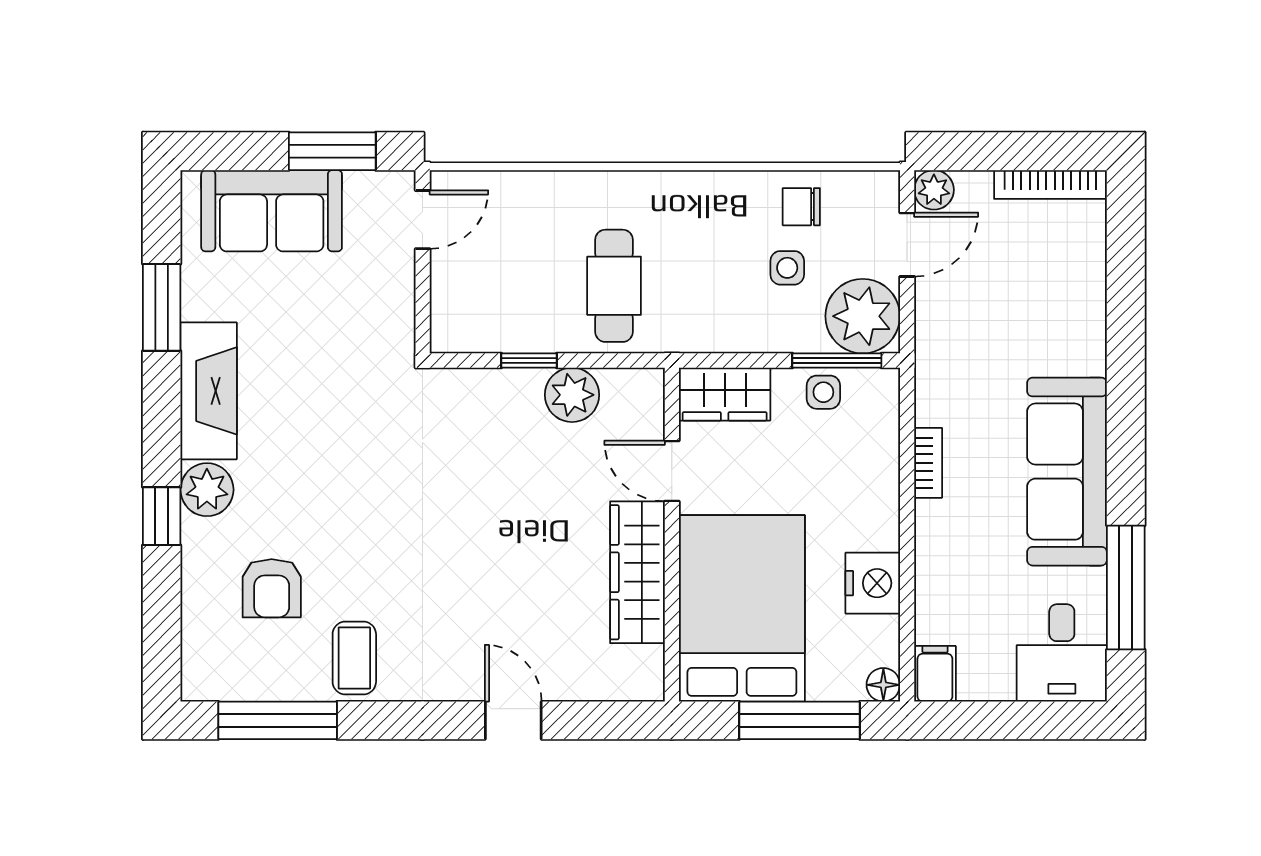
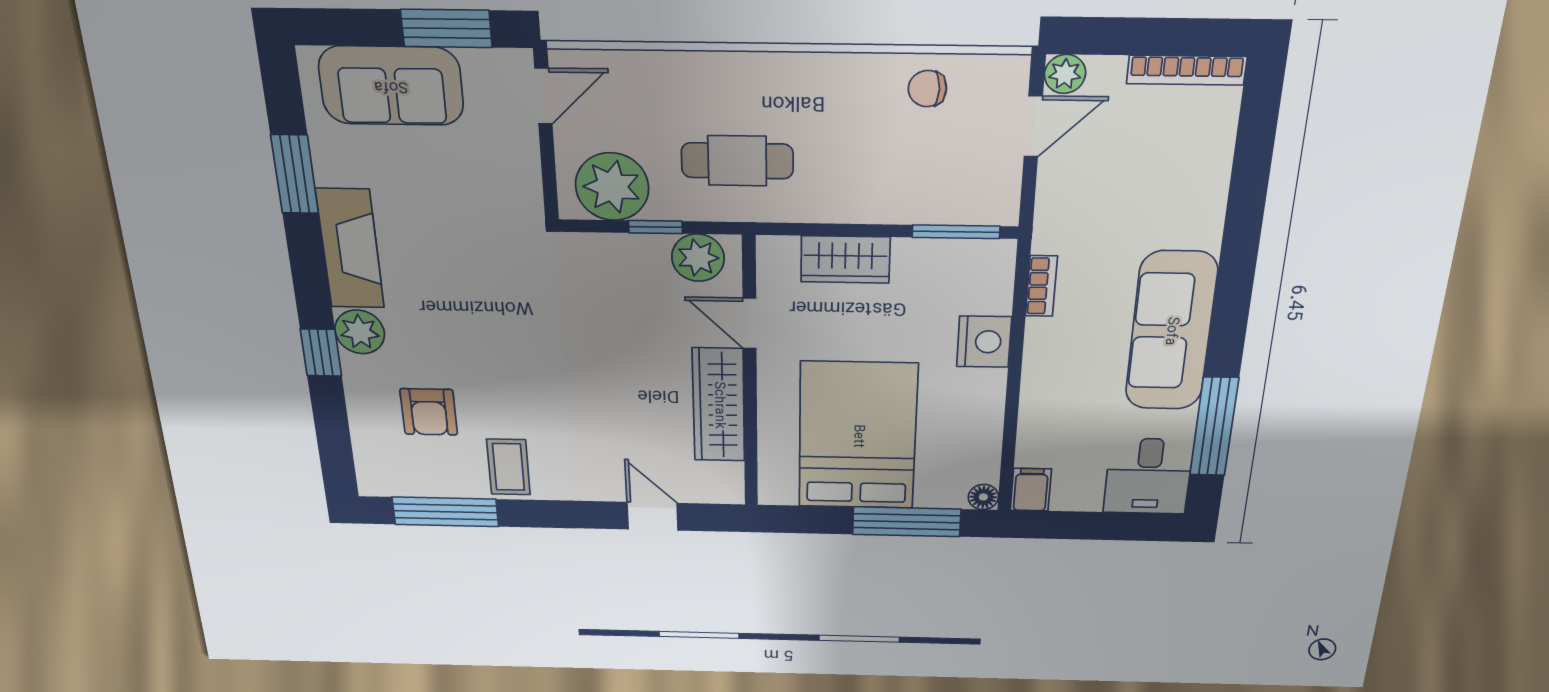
side table: (787, 268) -> (911, 147), removed
cafe table: (614, 286) -> (737, 161), turned 90
plant: (863, 316) -> (612, 187), moved
side table: (823, 392) -> (941, 259), removed
bookcase: (928, 463) -> (1041, 286), moved
door: (672, 471) -> (750, 323), moved
wall: (672, 535) -> (750, 376), moved
wardrobe: (637, 572) -> (719, 405), moved
nightstand: (873, 583) -> (984, 342), moved

